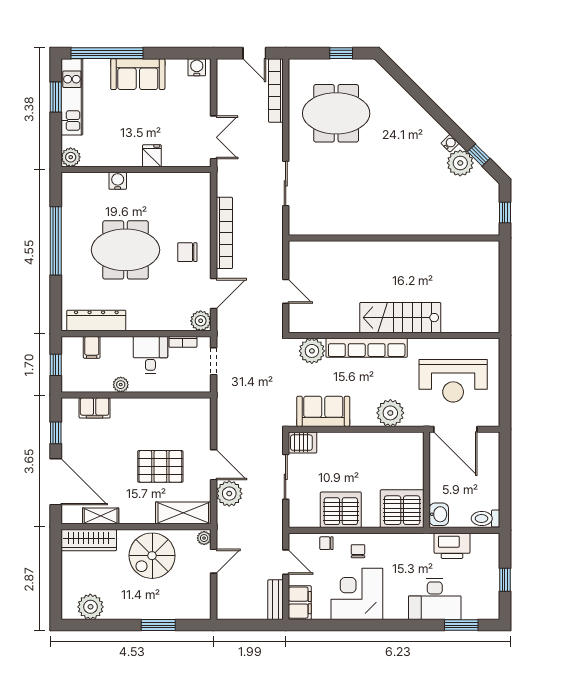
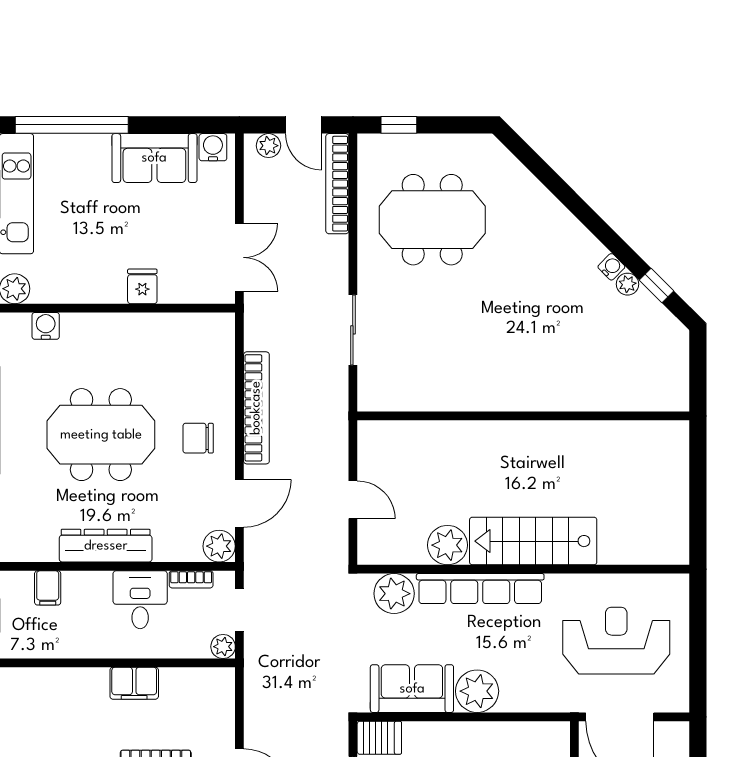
window: (341, 53) -> (399, 125), moved
plant: (232, 66) -> (268, 146), added
sofa: (138, 74) -> (154, 158), moved
plant: (460, 163) -> (627, 284), width x0.53, depth x0.53
water cooler: (118, 181) -> (46, 326), moved
window: (505, 213) -> (698, 376), removed
dresser: (96, 320) -> (106, 546), moved
plant: (346, 320) -> (448, 545), added
reception desk: (453, 381) -> (616, 641), turned 180
plant: (121, 385) -> (223, 647), moved
filing cabinet: (95, 408) -> (134, 683), moved
plant: (390, 413) -> (477, 691), moved

